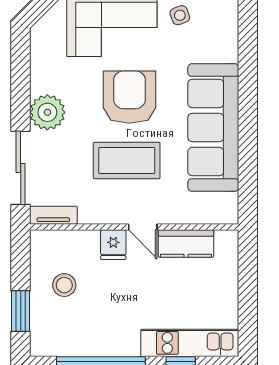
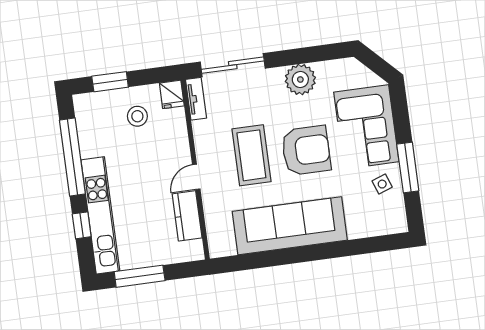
plant: (47, 112) -> (300, 79), moved
fridge: (113, 245) -> (172, 94), moved, turned -90
window: (248, 307) -> (140, 276), added
kitchen unit: (190, 343) -> (100, 215), width x1.36

